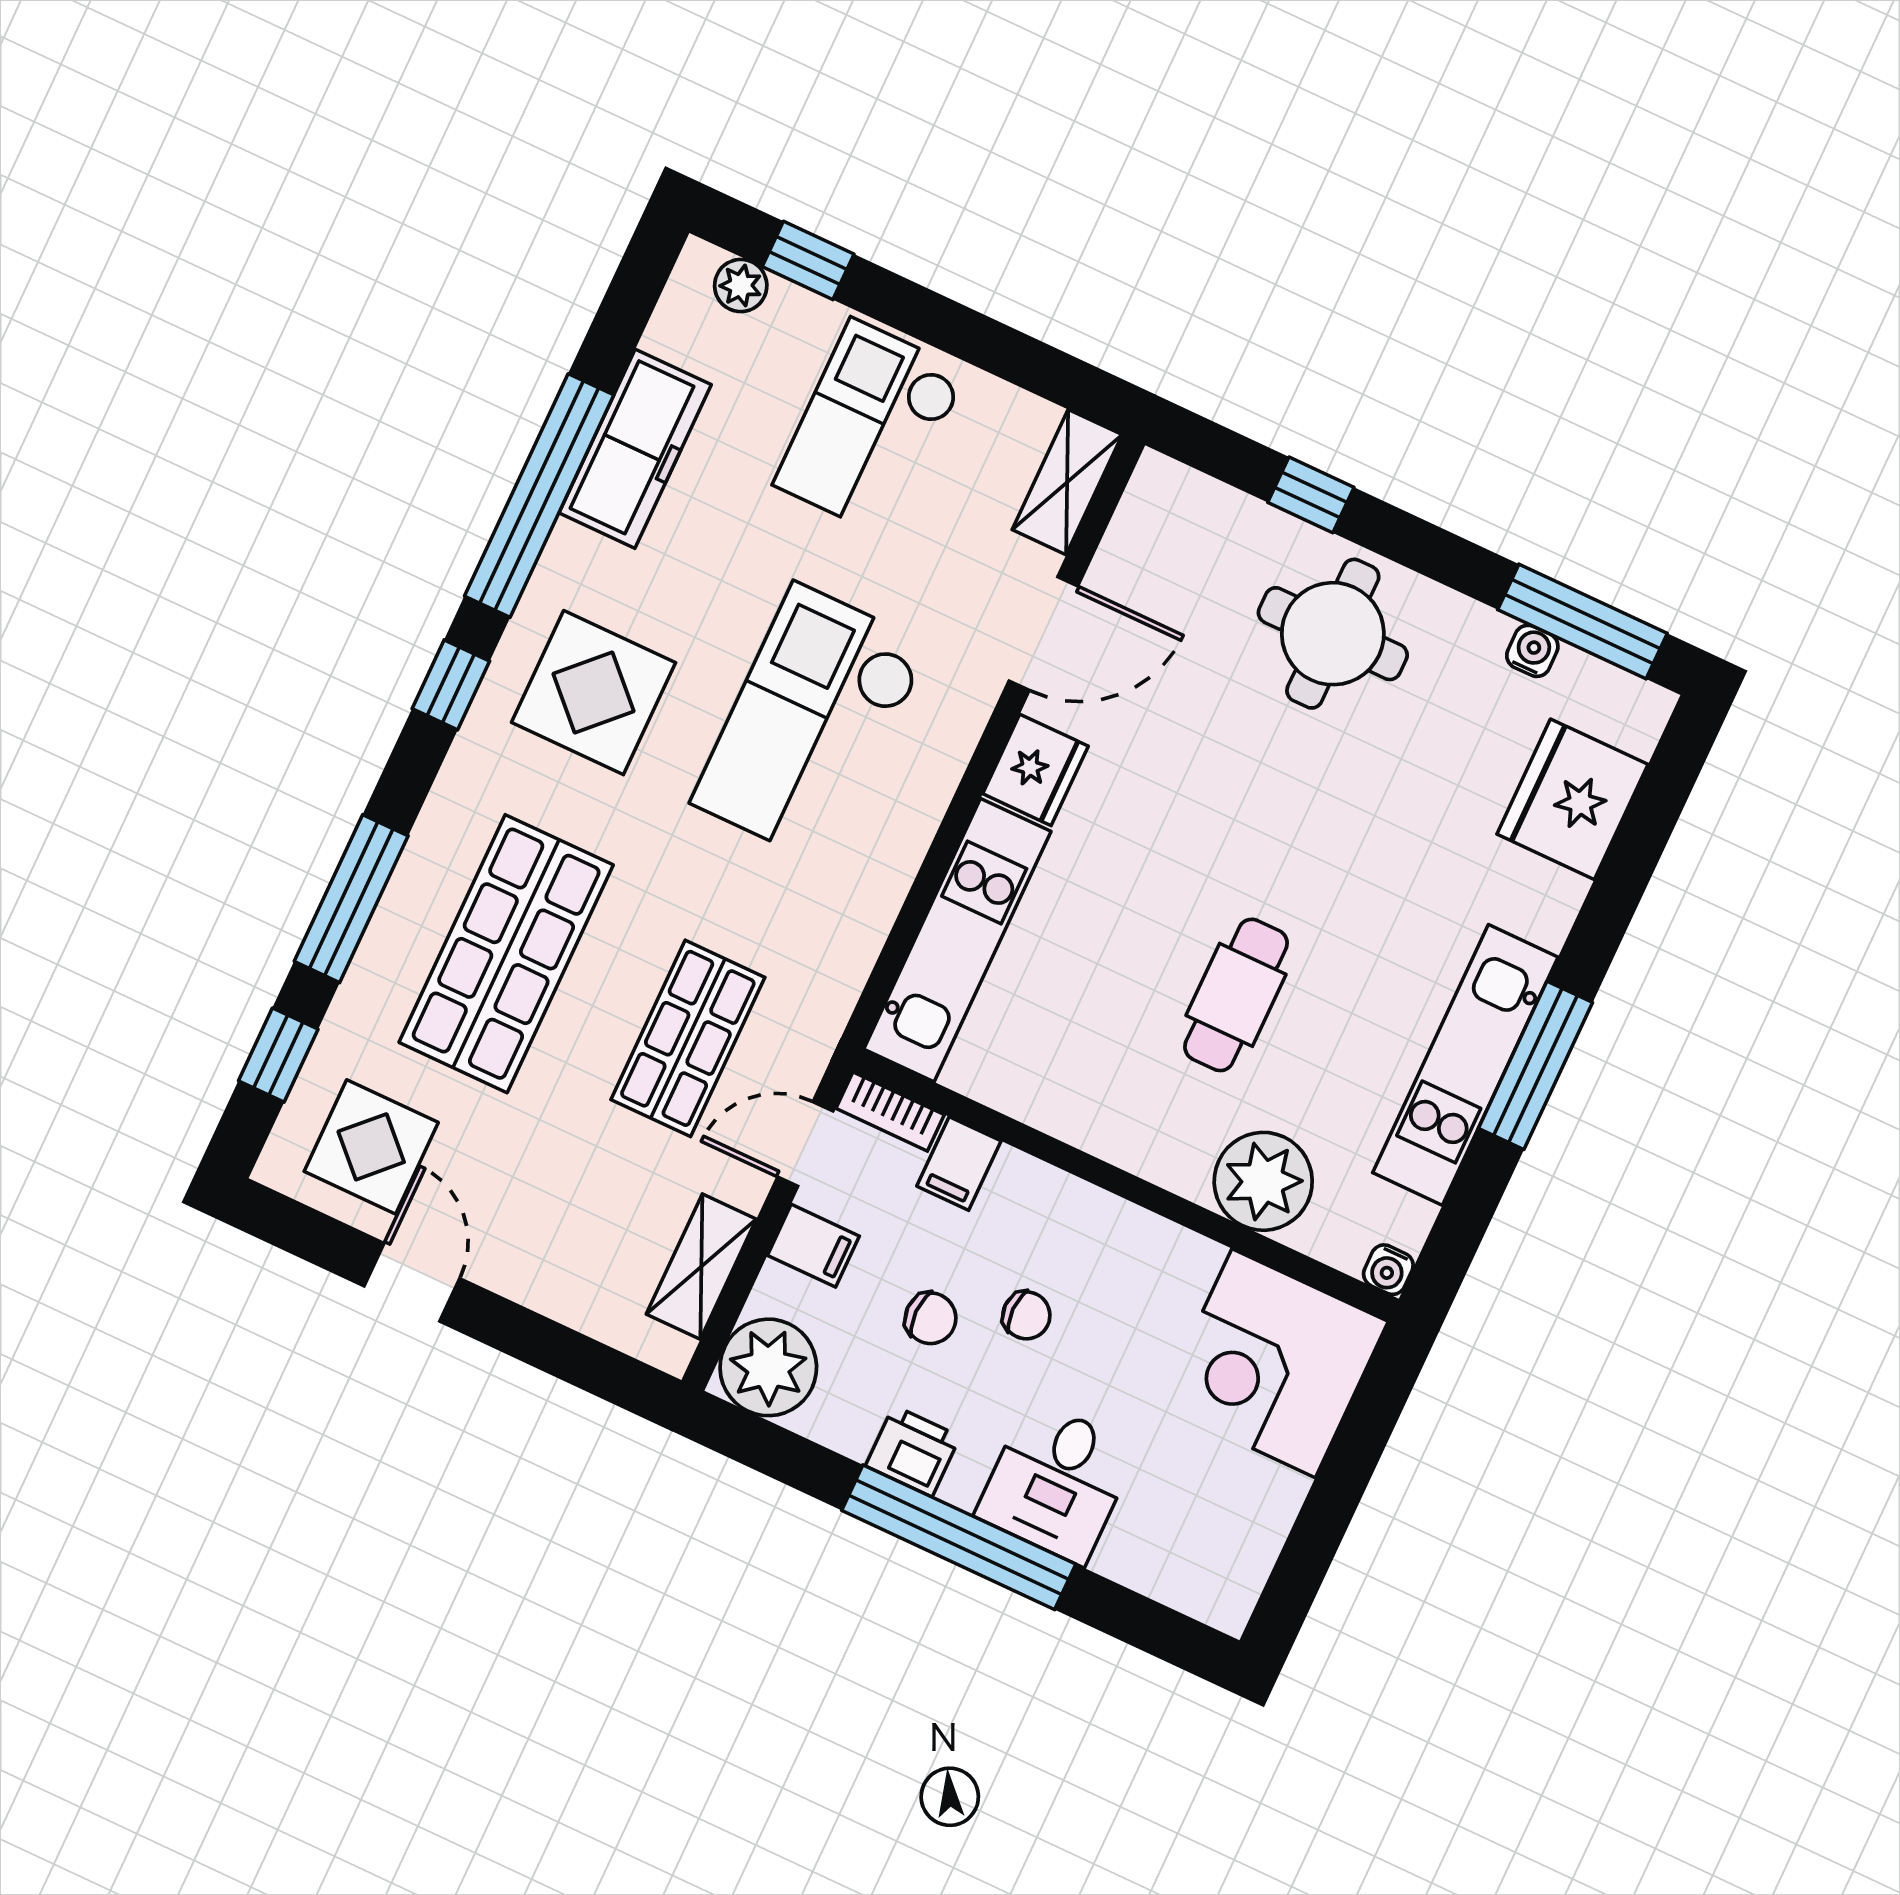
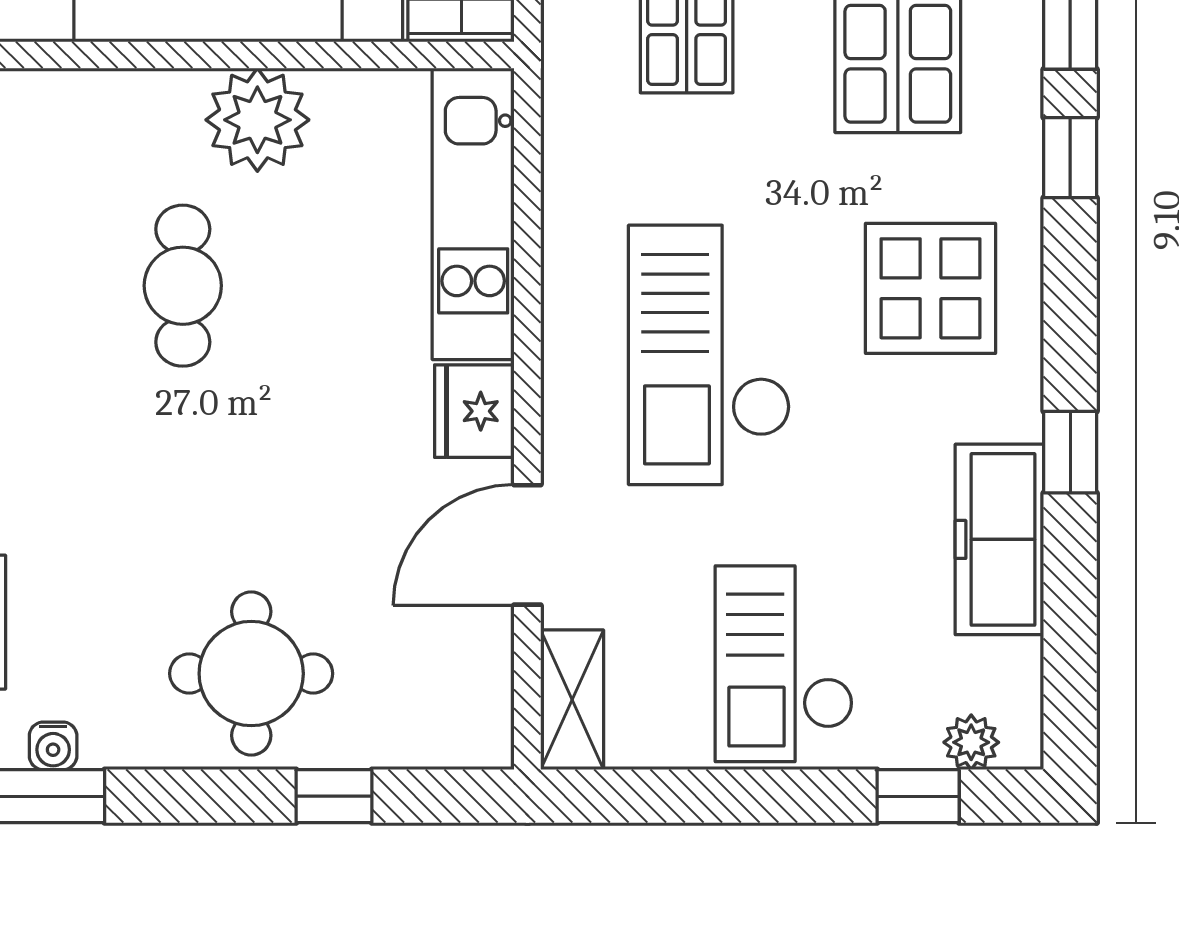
checkout: (870, 428) -> (784, 664), turned 180
window: (539, 496) -> (1070, 452), width x0.32
window: (451, 685) -> (1070, 158), moved
checkout: (811, 724) -> (709, 355), turned 180
plant: (1263, 1181) -> (257, 120), moved

